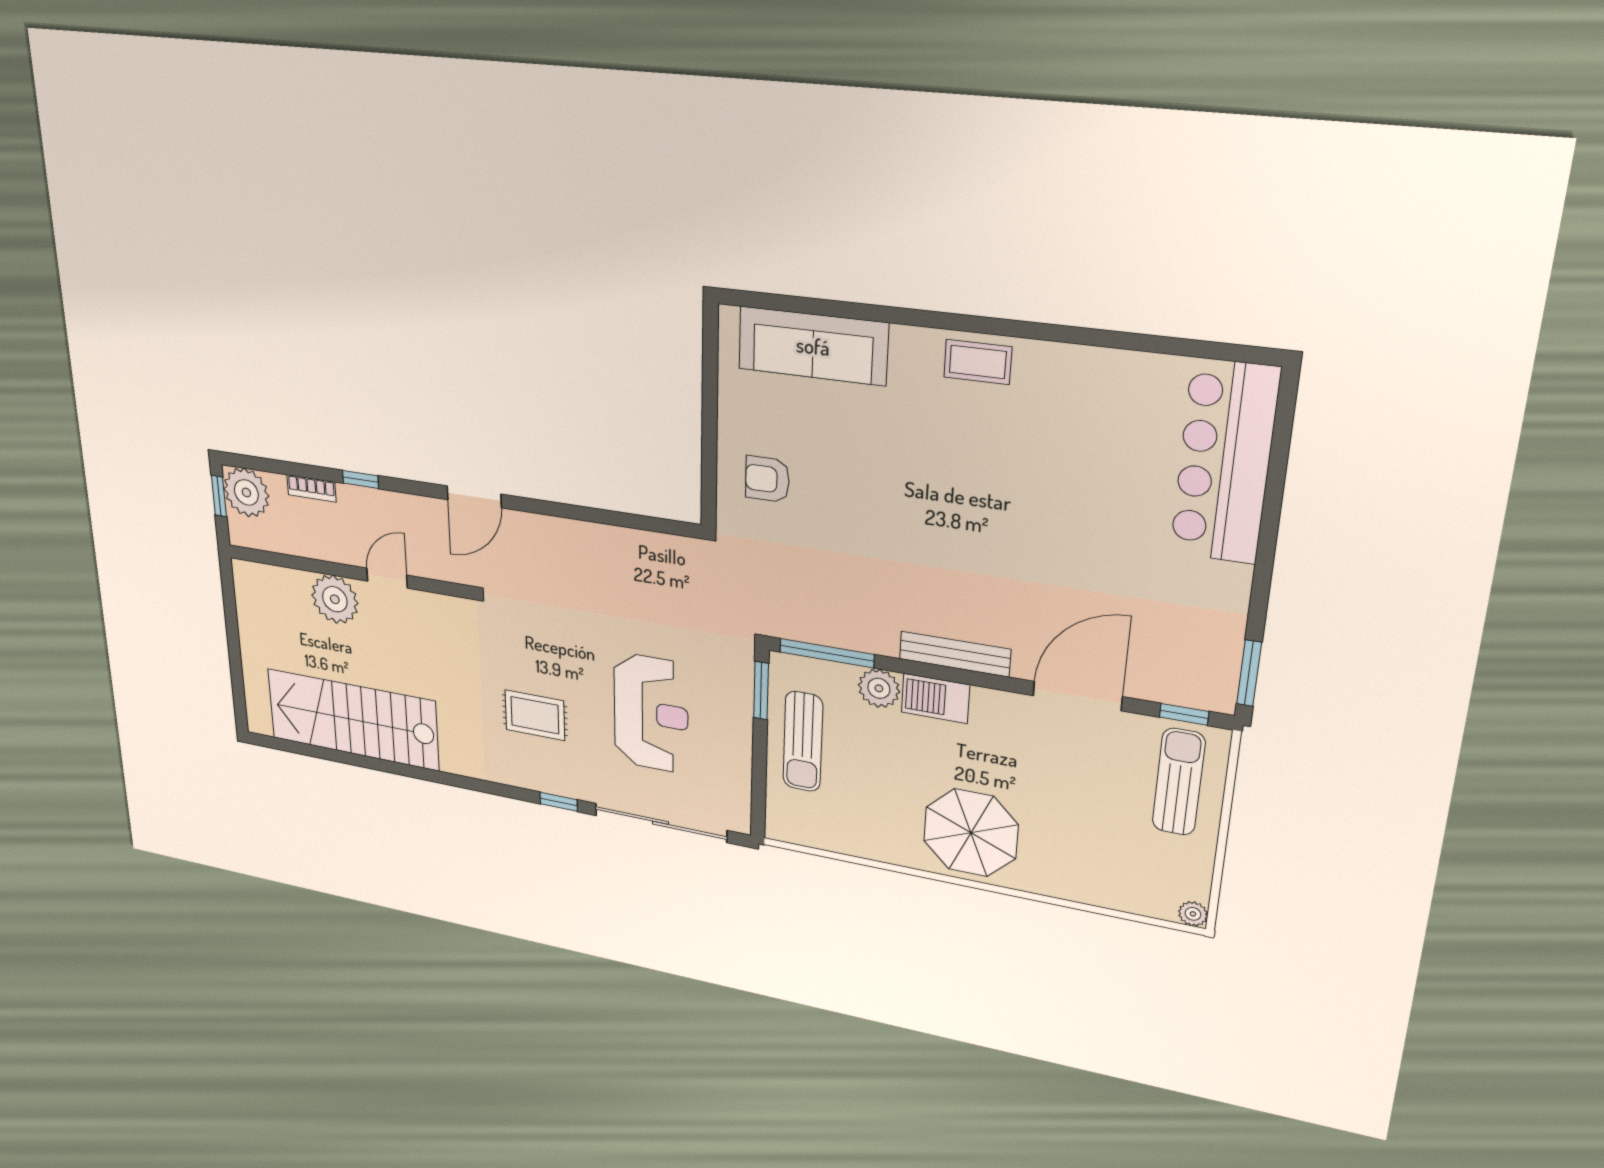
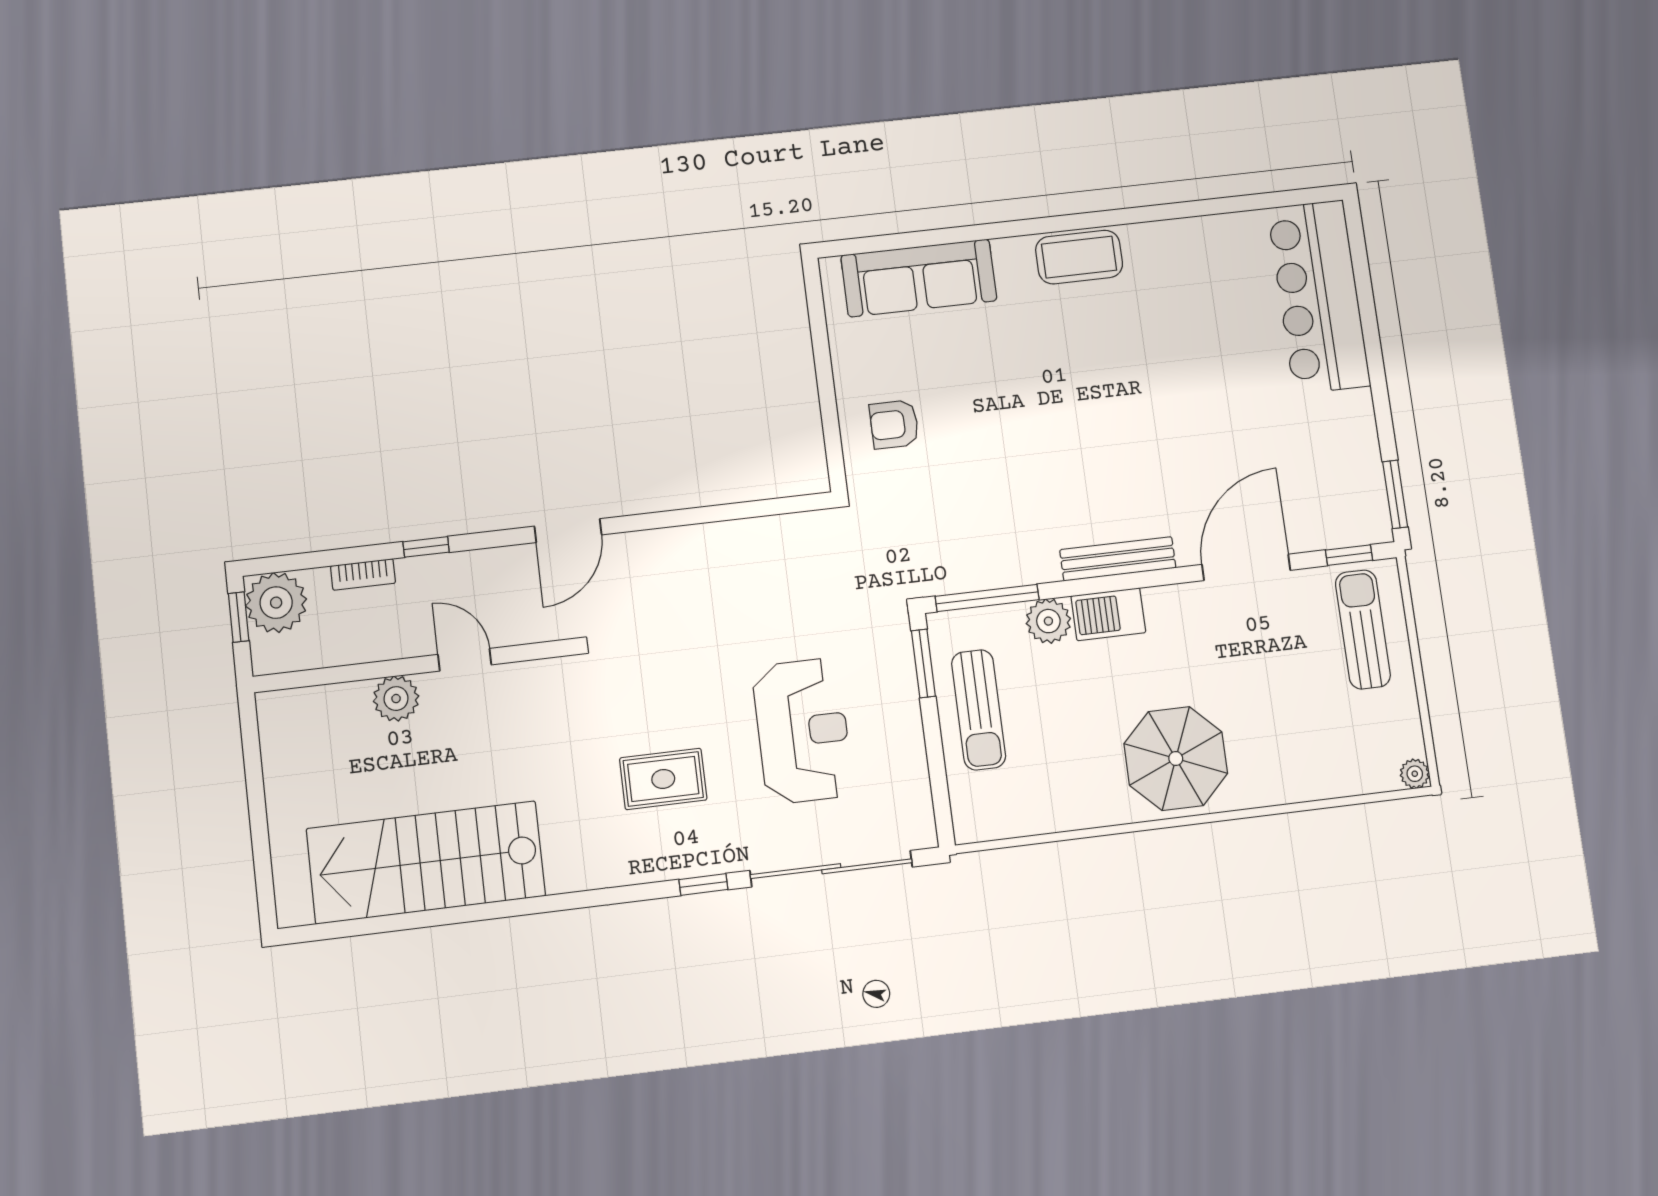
coffee table: (978, 362) -> (1079, 257), width x1.36, depth x1.30
door: (387, 578) -> (465, 660), hinge flipped
plant: (335, 599) -> (396, 699), width x0.73, depth x0.73

